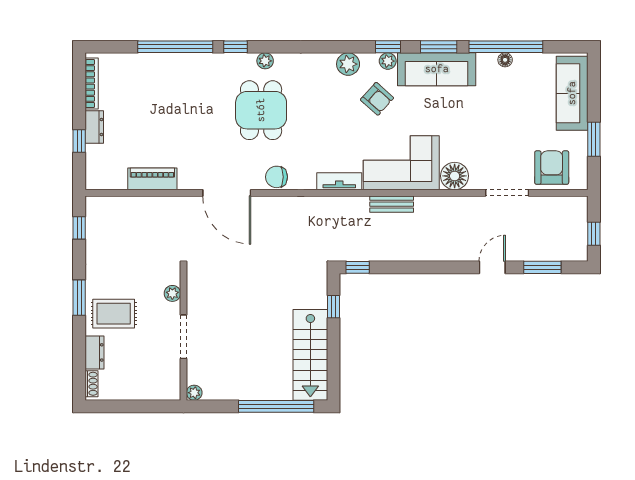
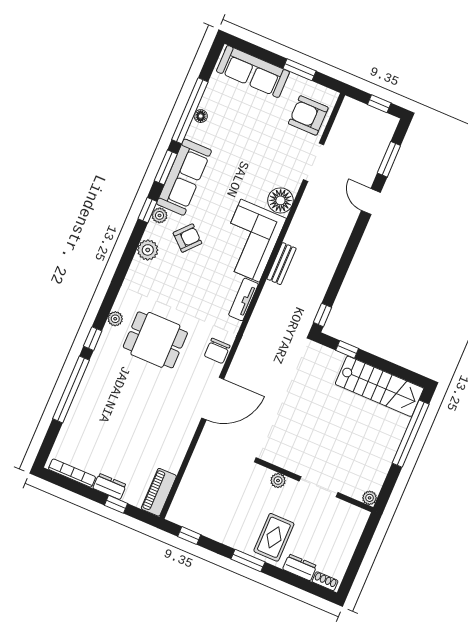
piano: (152, 179) -> (159, 492), moved

